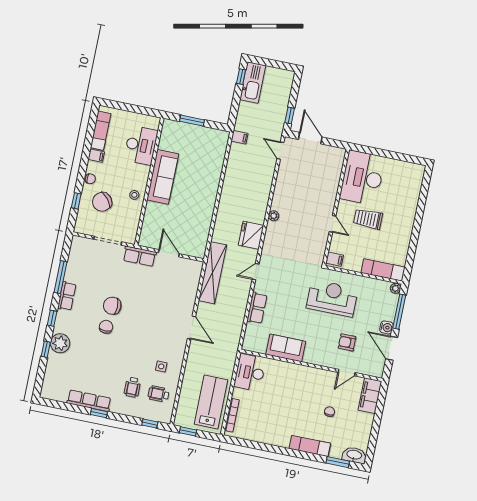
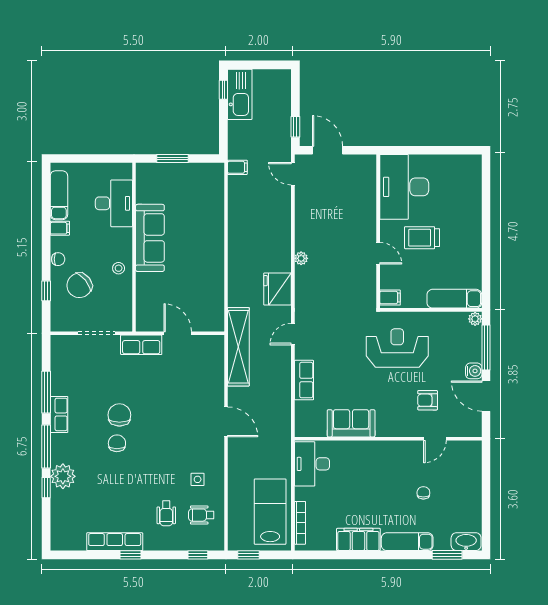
chair: (112, 306) -> (119, 415), turned 90
window: (52, 318) -> (46, 447), width x2.17
filing cabinet: (370, 396) -> (358, 539), moved, turned 90

